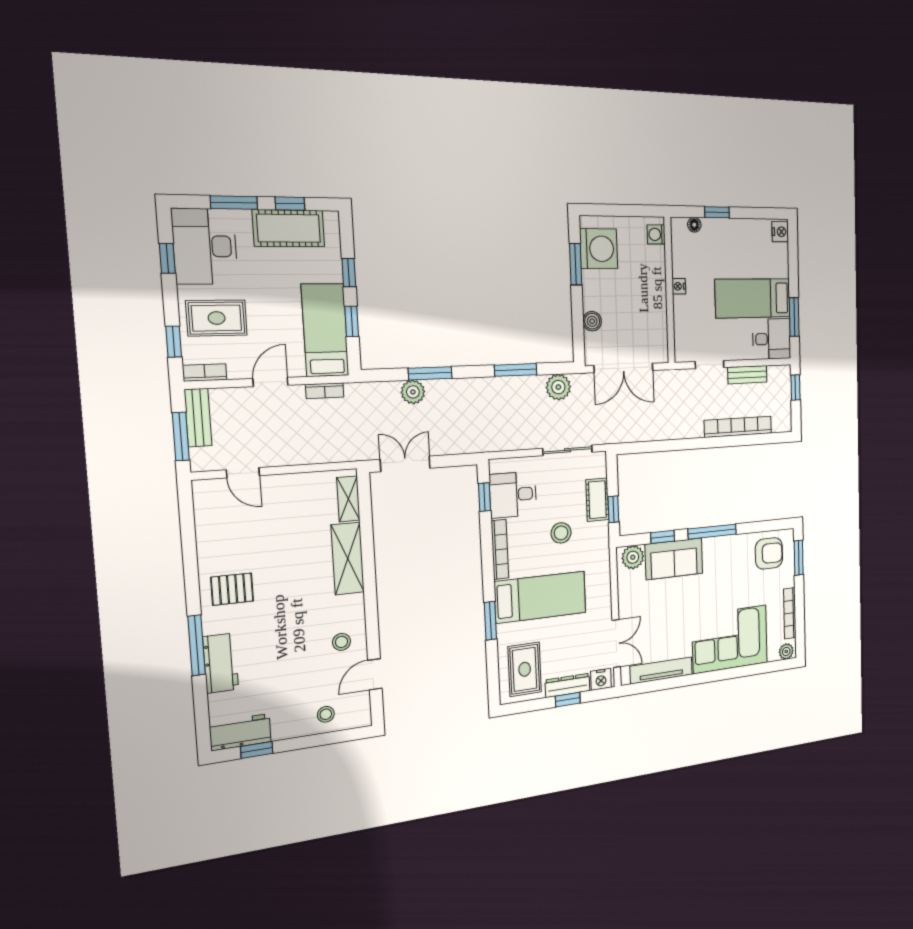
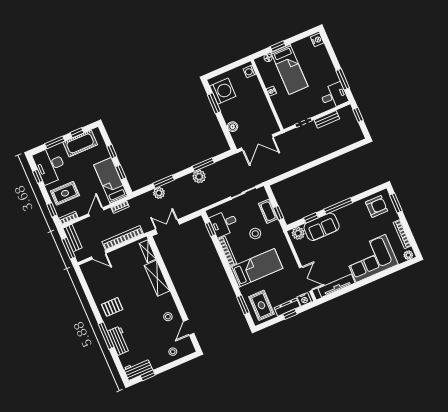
bed: (753, 298) -> (289, 69), moved, turned -90
plant: (558, 387) -> (199, 177), moved
bookcase: (738, 427) -> (123, 238), moved
window: (490, 621) -> (243, 305), moved

